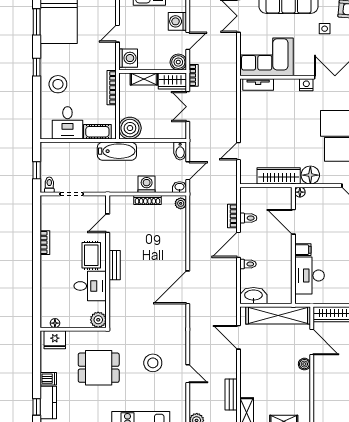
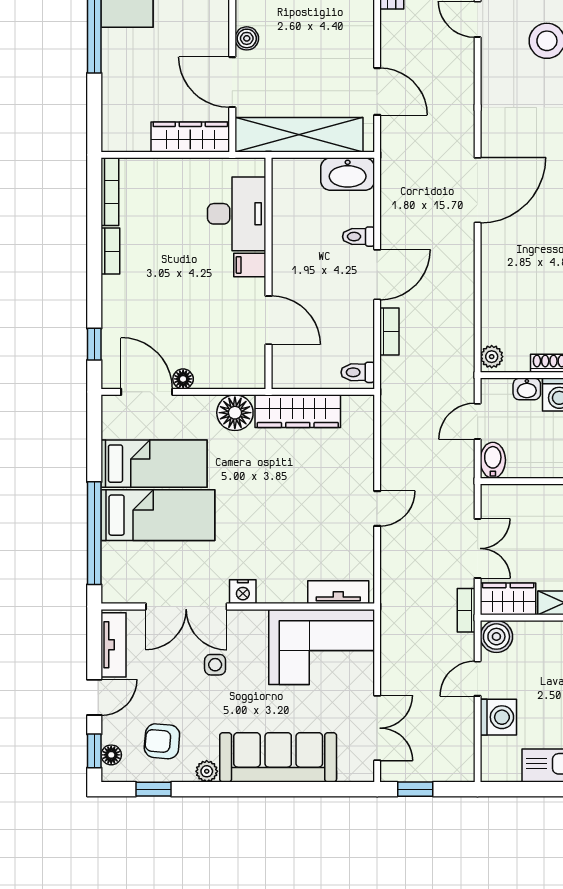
side table: (325, 29) -> (215, 665), moved
door: (239, 151) -> (377, 508), moved
washbasin: (180, 187) -> (527, 389), moved
floor lamp: (300, 192) -> (183, 379), moved
toilet: (248, 218) -> (358, 372), moved

